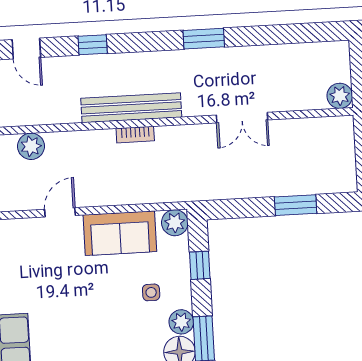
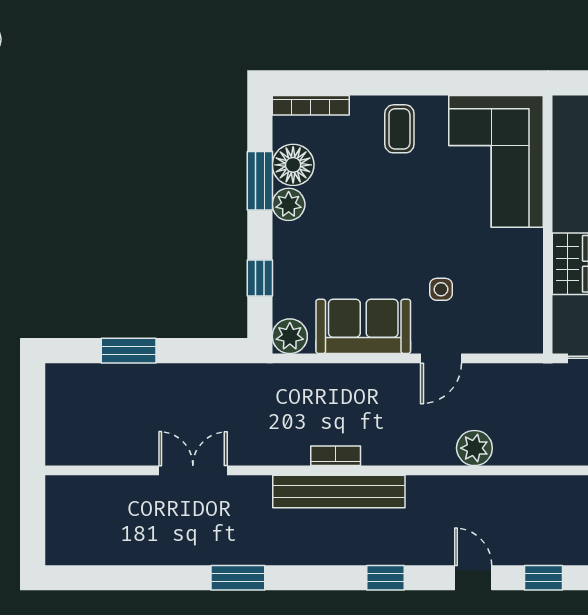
plant: (340, 96) -> (62, 492), removed
side table: (151, 292) -> (441, 289), moved

